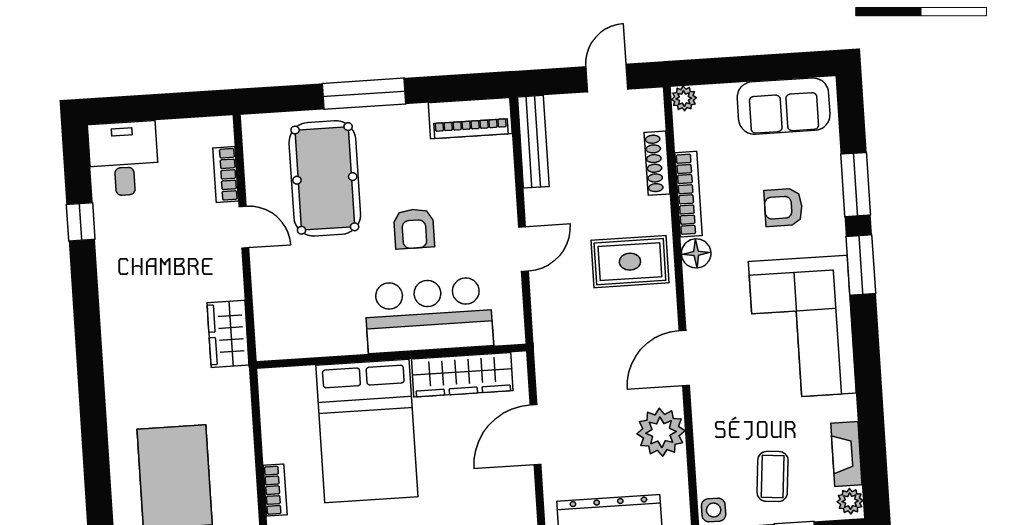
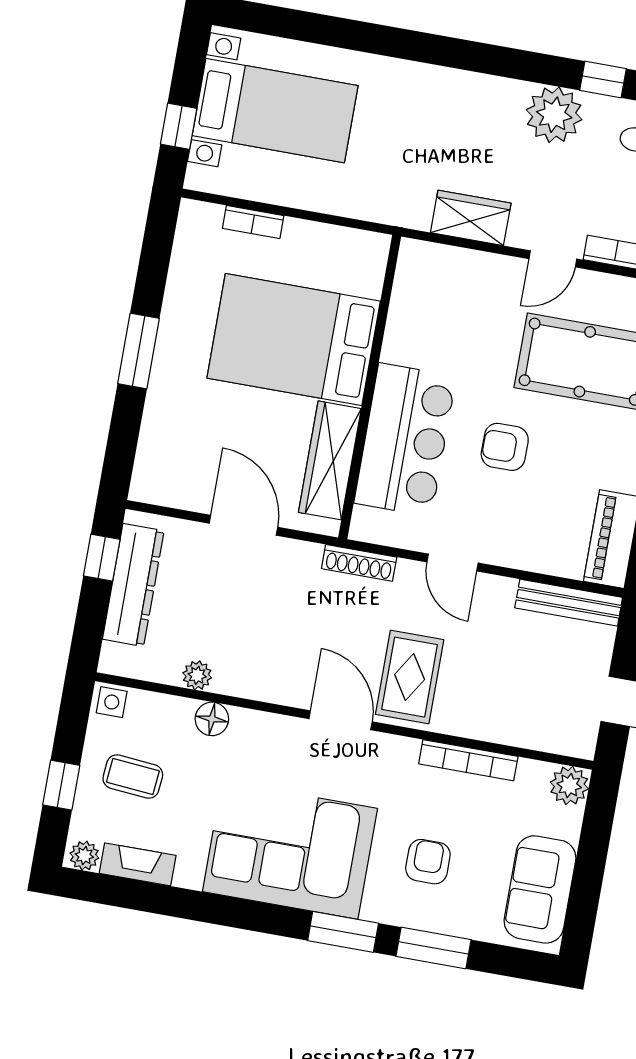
plant: (684, 99) -> (569, 785), width x1.38, depth x1.38
shoe rack: (657, 163) -> (359, 563), moved, turned 180
floor lamp: (696, 253) -> (212, 719), moved
plant: (121, 256) -> (554, 115), added
wardrobe: (228, 334) -> (471, 218), moved
door: (684, 358) -> (341, 720), moved
plant: (661, 432) -> (197, 675), width x0.53, depth x0.53

